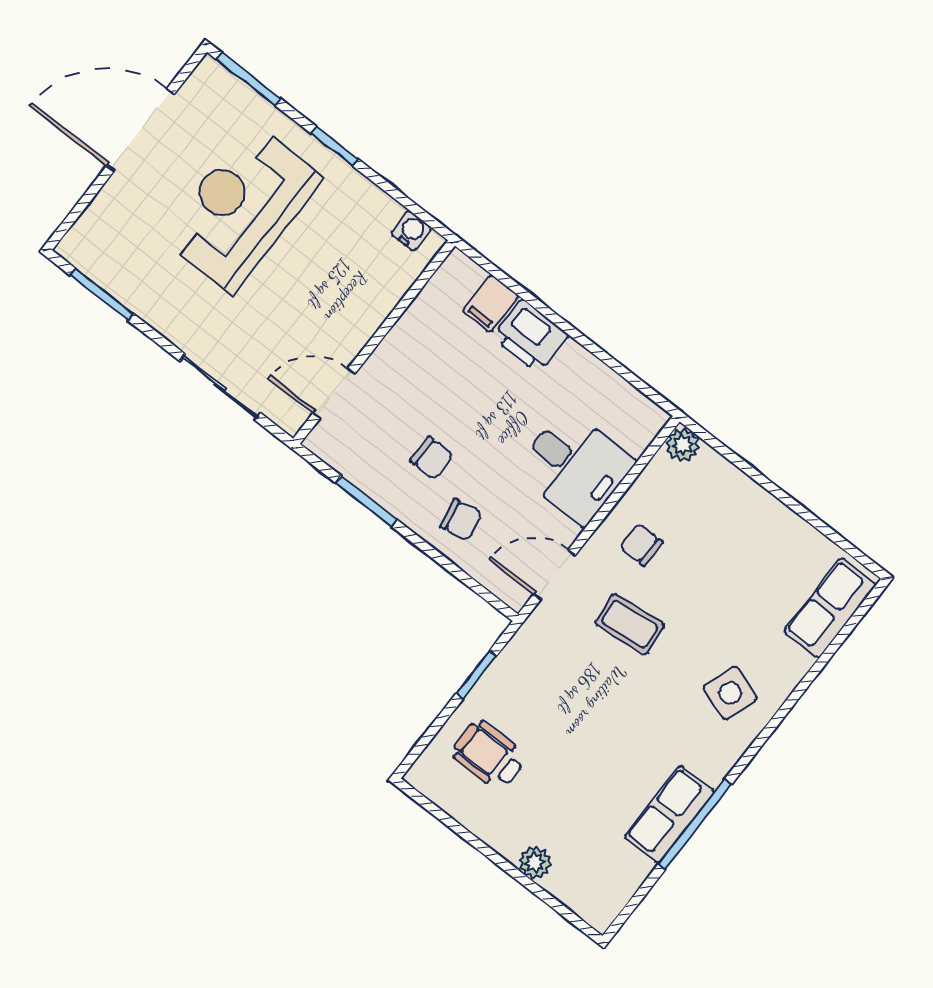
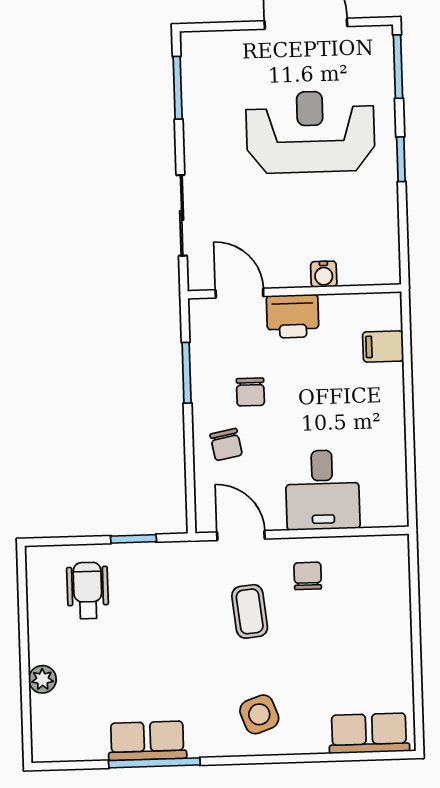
water cooler: (411, 231) -> (324, 274), moved, turned 90
printer: (530, 336) -> (293, 316), moved, turned -90
plant: (683, 445) -> (395, 549), removed
side table: (730, 693) -> (259, 714), turned -38

